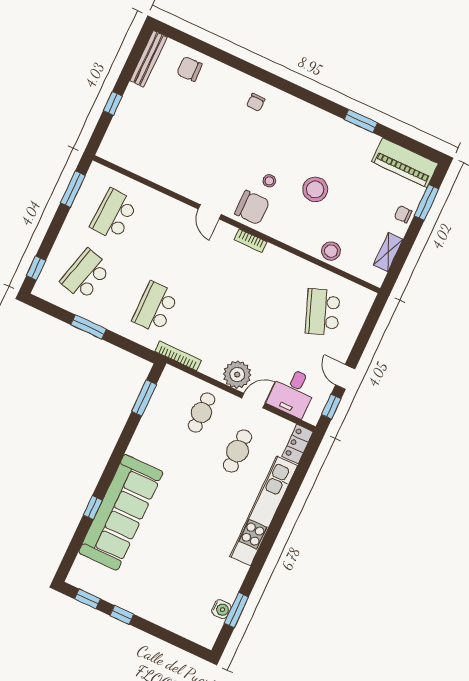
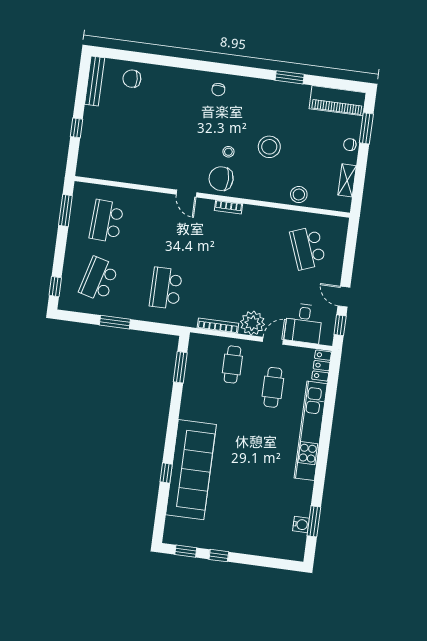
chair: (256, 102) -> (218, 90), moved
chair: (252, 207) -> (221, 179), turned 180
bookcase: (178, 356) -> (218, 326), moved

